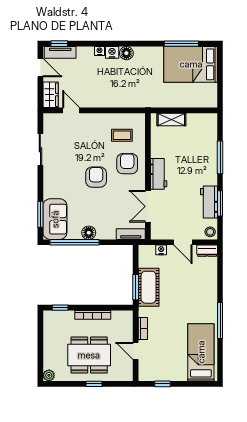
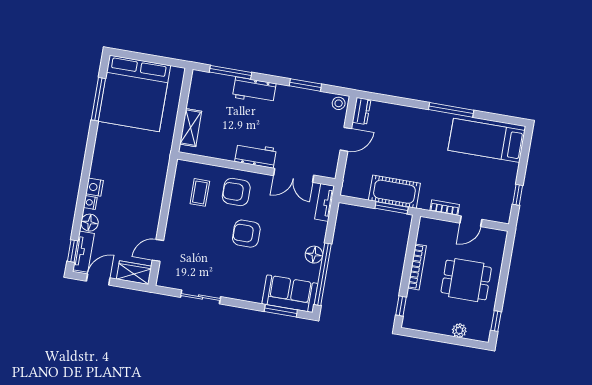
floor lamp: (126, 53) -> (90, 223), moved
bed: (191, 64) -> (134, 93), width x1.36
window: (220, 157) -> (231, 72), moved
workbench: (209, 202) -> (254, 90), moved
nightstand: (161, 250) -> (351, 168), removed
dining table: (89, 355) -> (466, 280), width x0.73
plant: (49, 375) -> (459, 330), moved
window: (94, 384) -> (496, 321), moved

